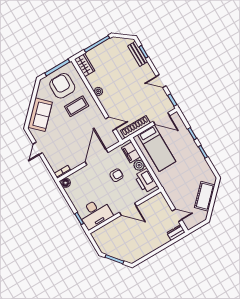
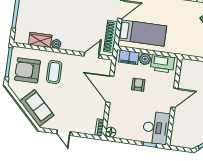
wardrobe: (85, 65) -> (40, 40), moved

